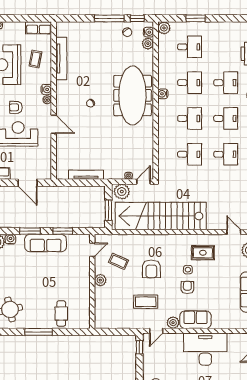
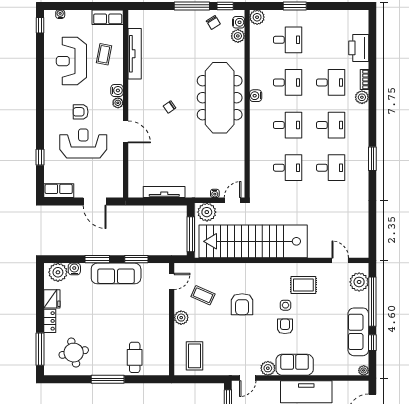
window: (108, 210) -> (191, 234), width x1.44
coffee table: (146, 302) -> (195, 356), moved, turned 90

